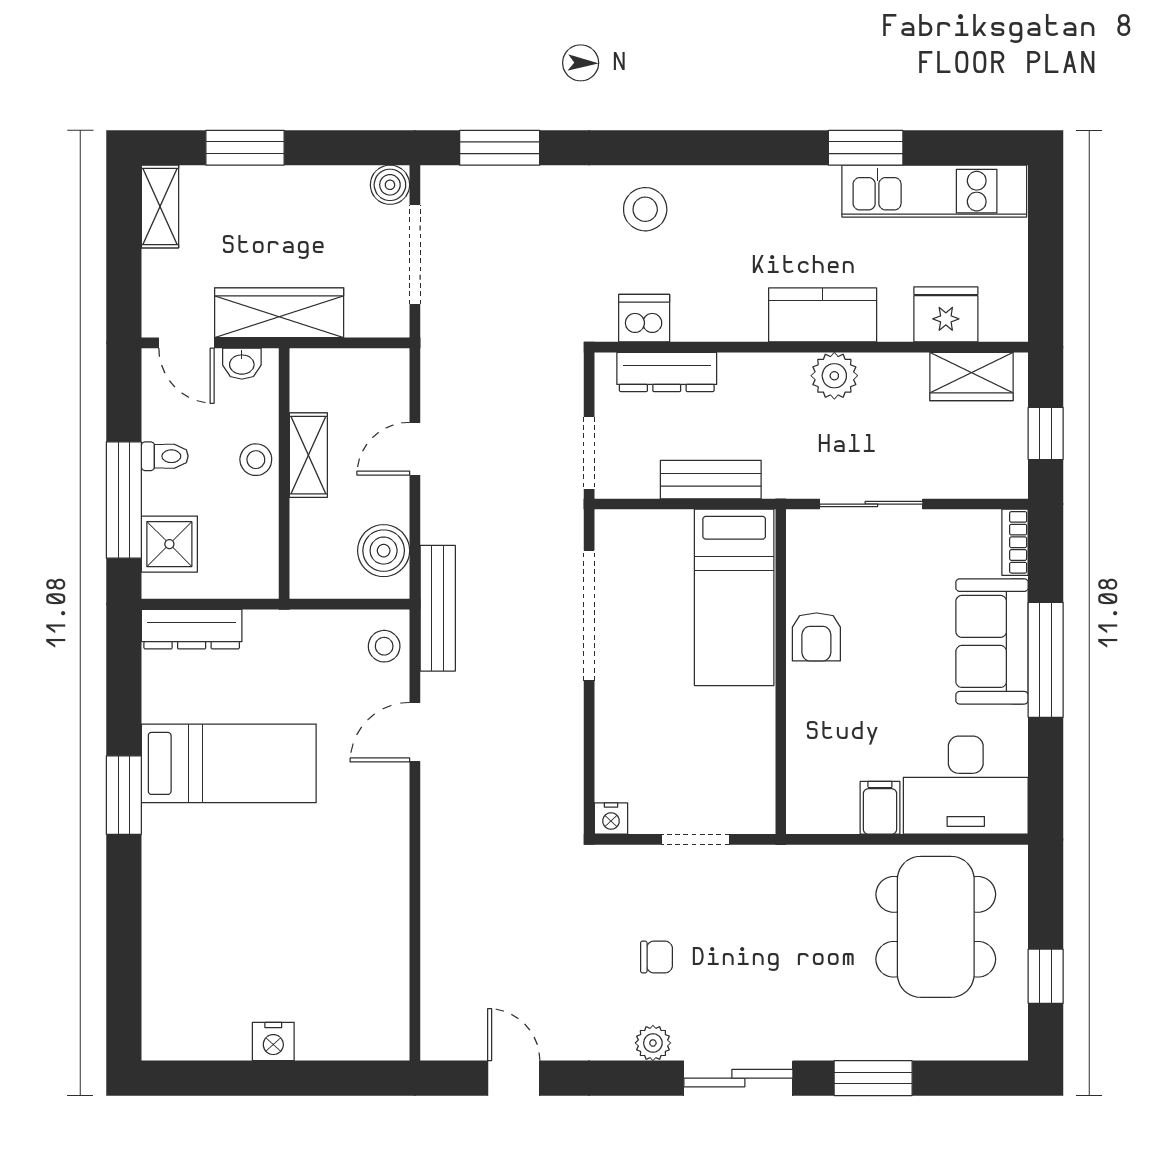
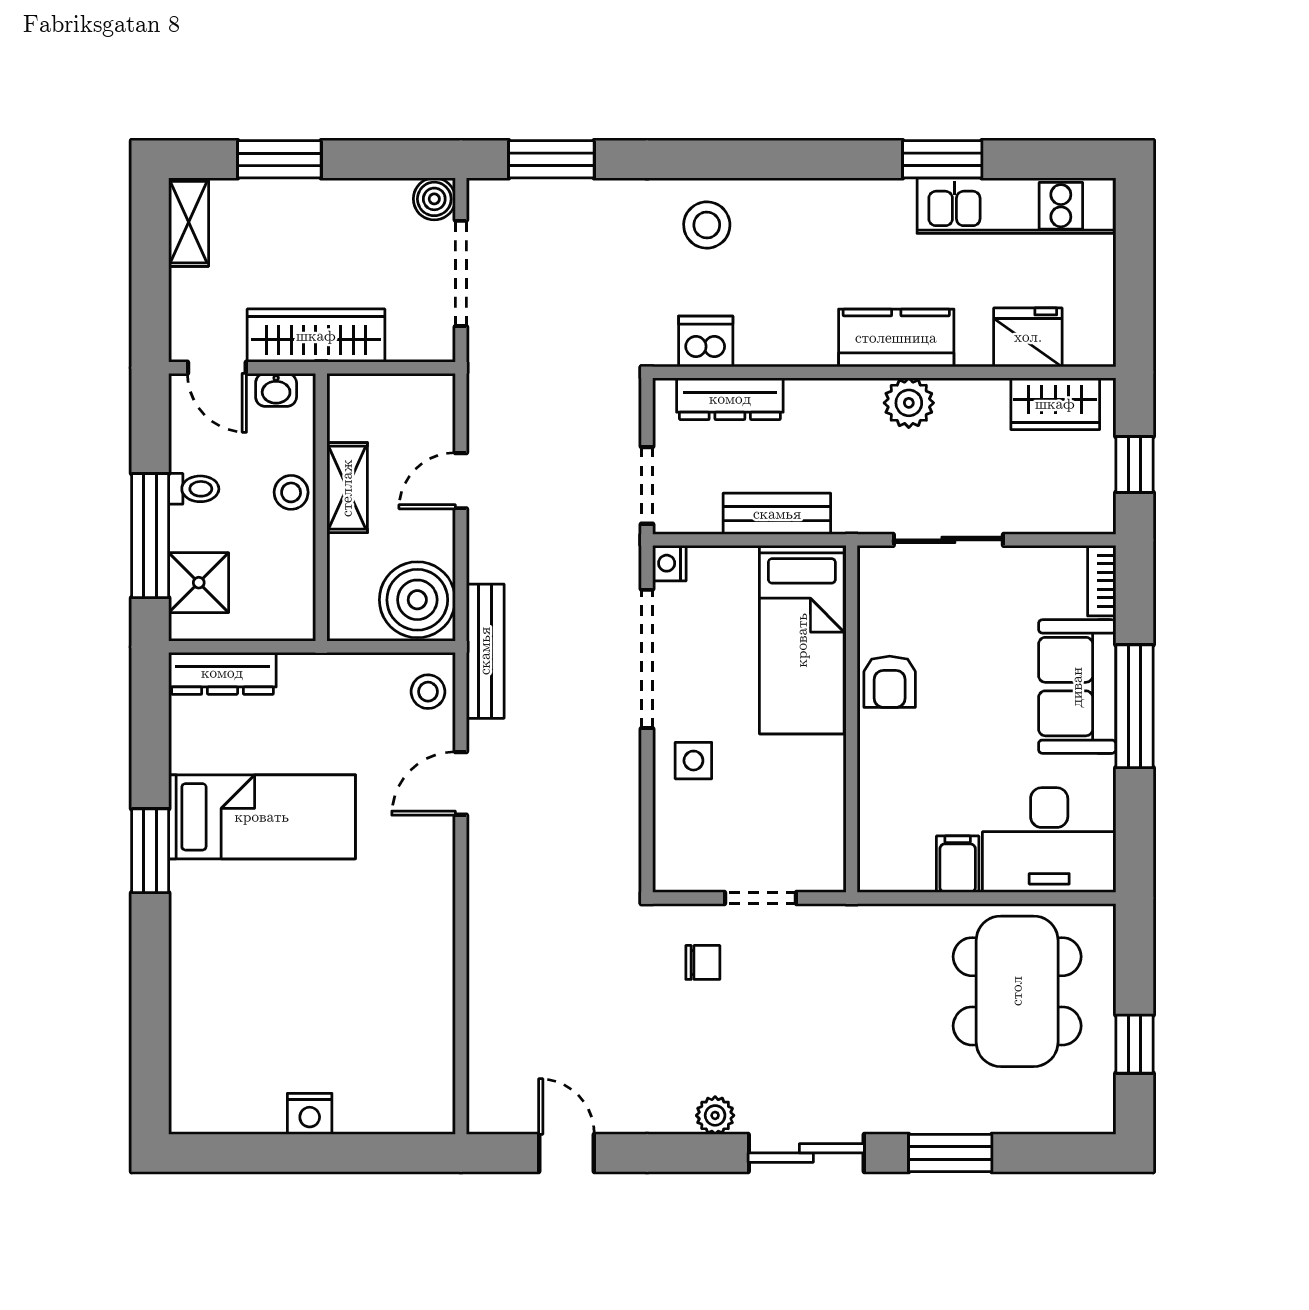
boiler: (384, 551) -> (417, 600), width x1.37, depth x1.37
side table: (633, 711) -> (693, 761), added
nightstand: (611, 818) -> (669, 563), moved, turned 90
chair: (657, 957) -> (703, 962), moved

